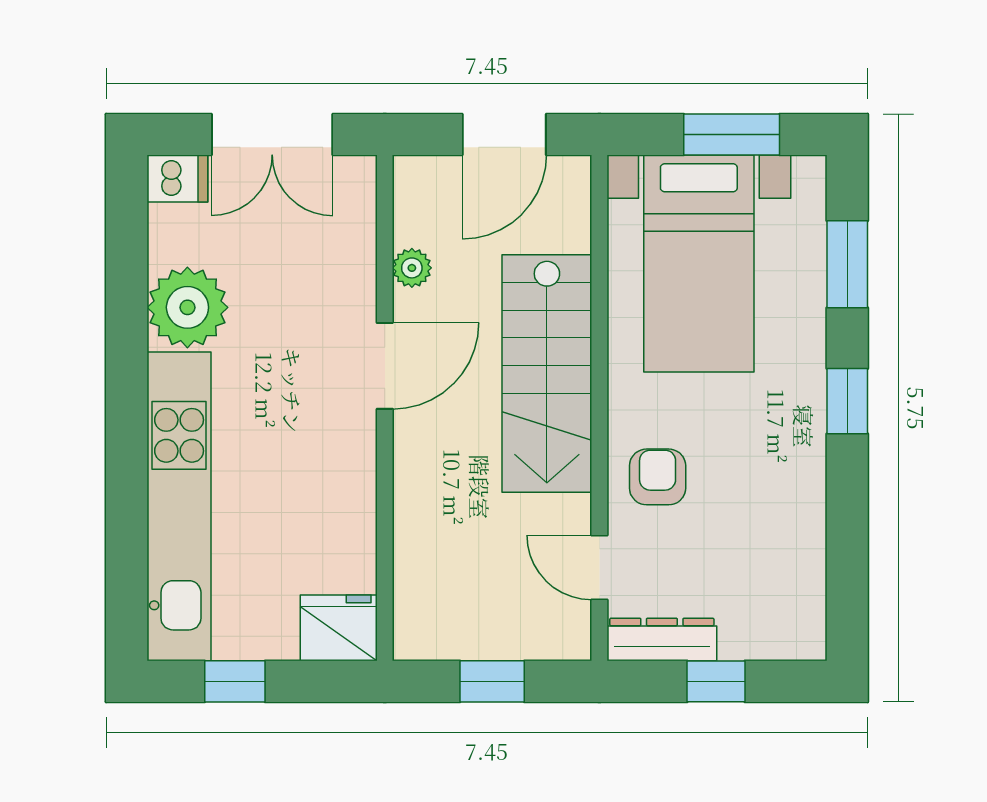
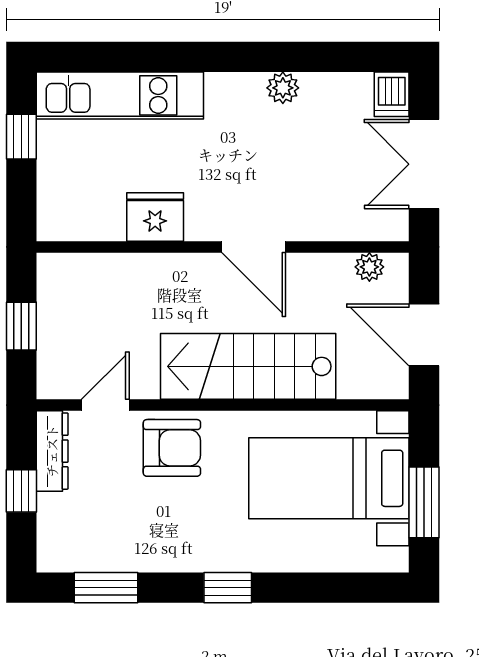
window: (847, 264) -> (106, 588), moved
plant: (412, 268) -> (369, 267), moved
plant: (187, 307) -> (283, 88), width x0.53, depth x0.53
armchair: (658, 477) -> (172, 448), width x1.38, depth x1.38
kitchen unit: (179, 506) -> (120, 95), width x0.73
fridge: (339, 628) -> (155, 217), moved, turned -90

